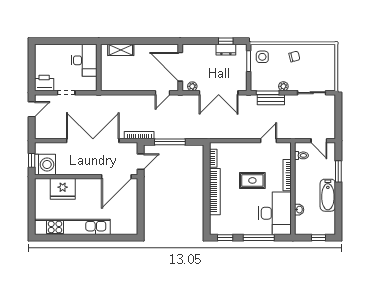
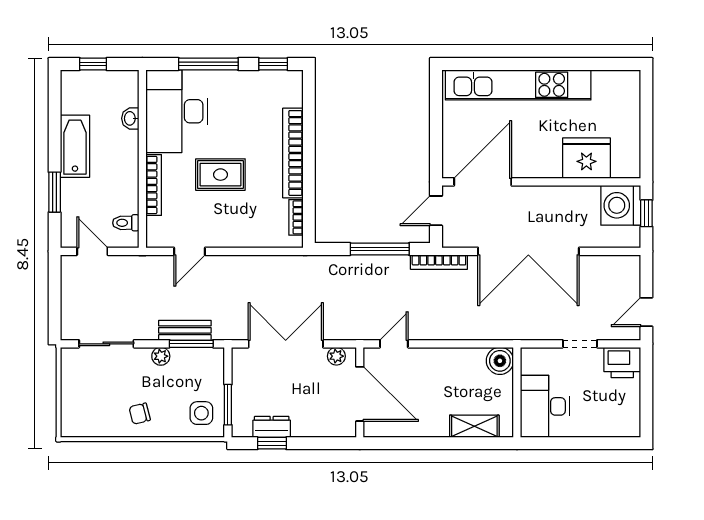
boiler: (108, 84) -> (500, 361), added
kitchen unit: (72, 227) -> (518, 85), moved

